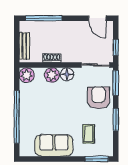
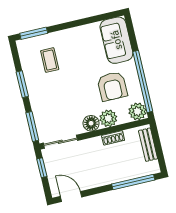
armchair: (98, 98) -> (112, 86), moved
window: (17, 117) -> (143, 81), moved
sofa: (54, 145) -> (116, 40), moved, turned 90

